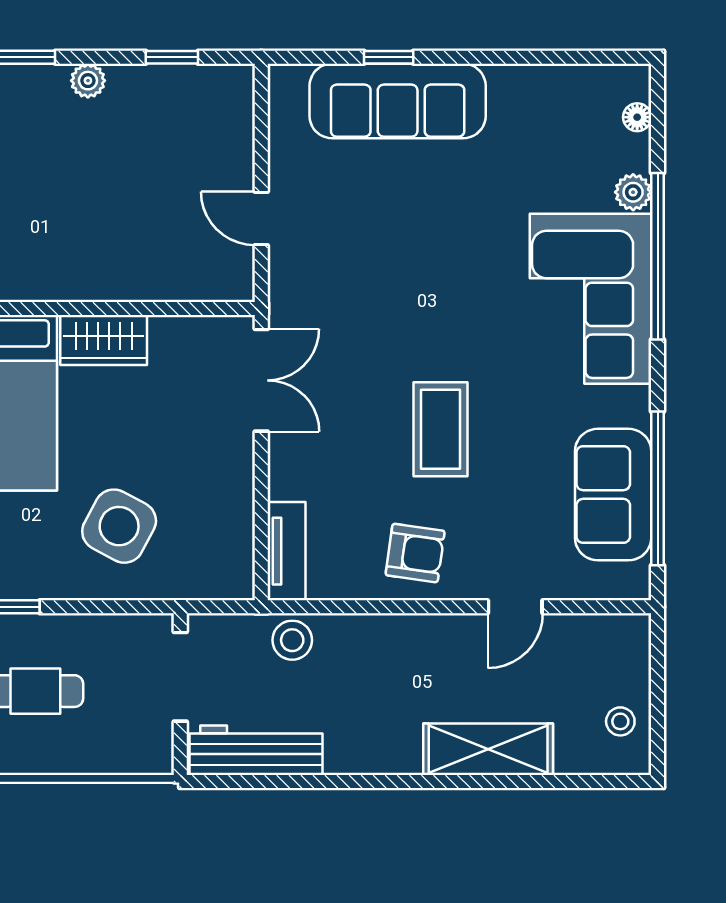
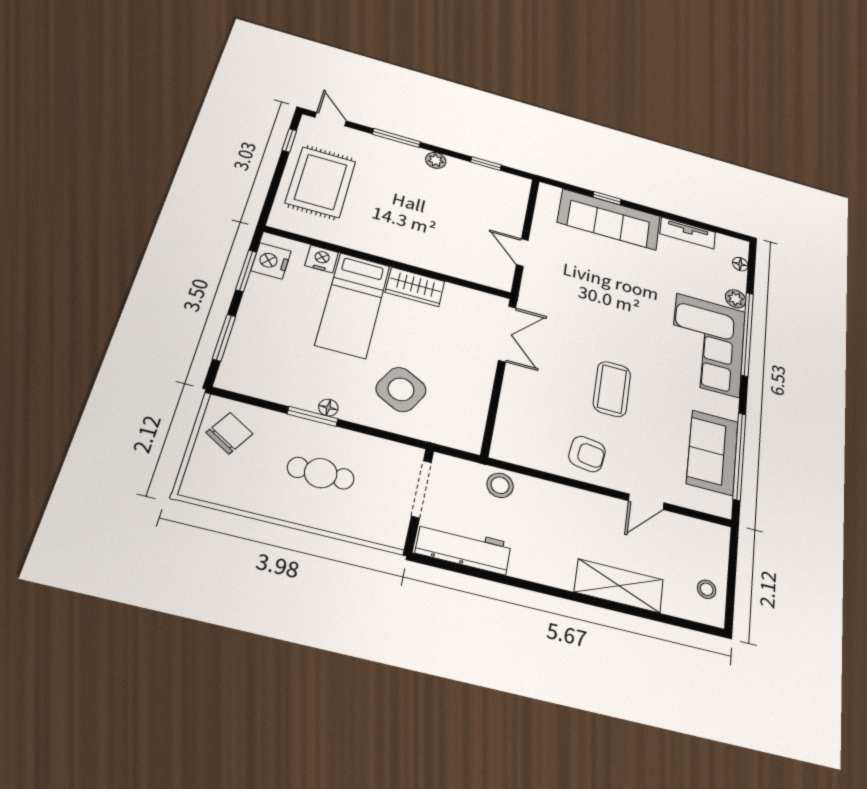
tv unit: (286, 551) -> (688, 233), moved, turned 90
floor lamp: (22, 586) -> (328, 408), added

